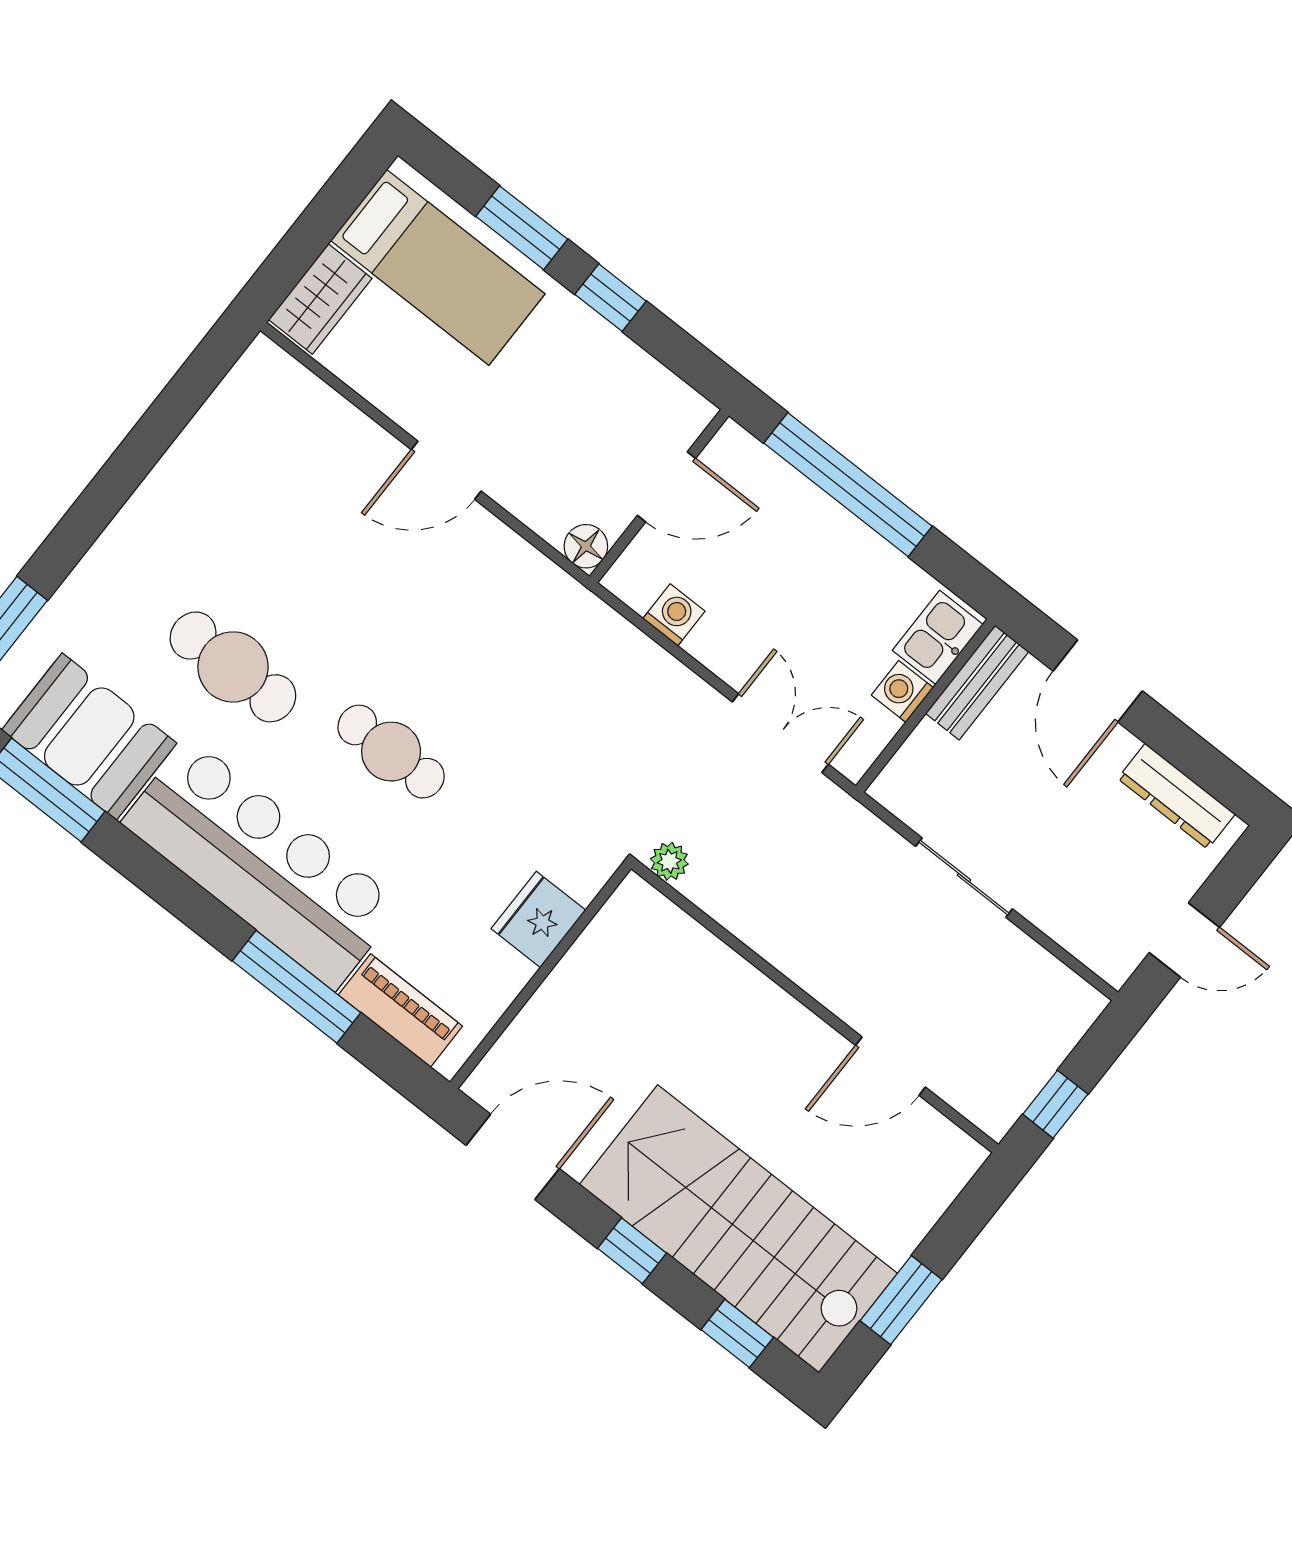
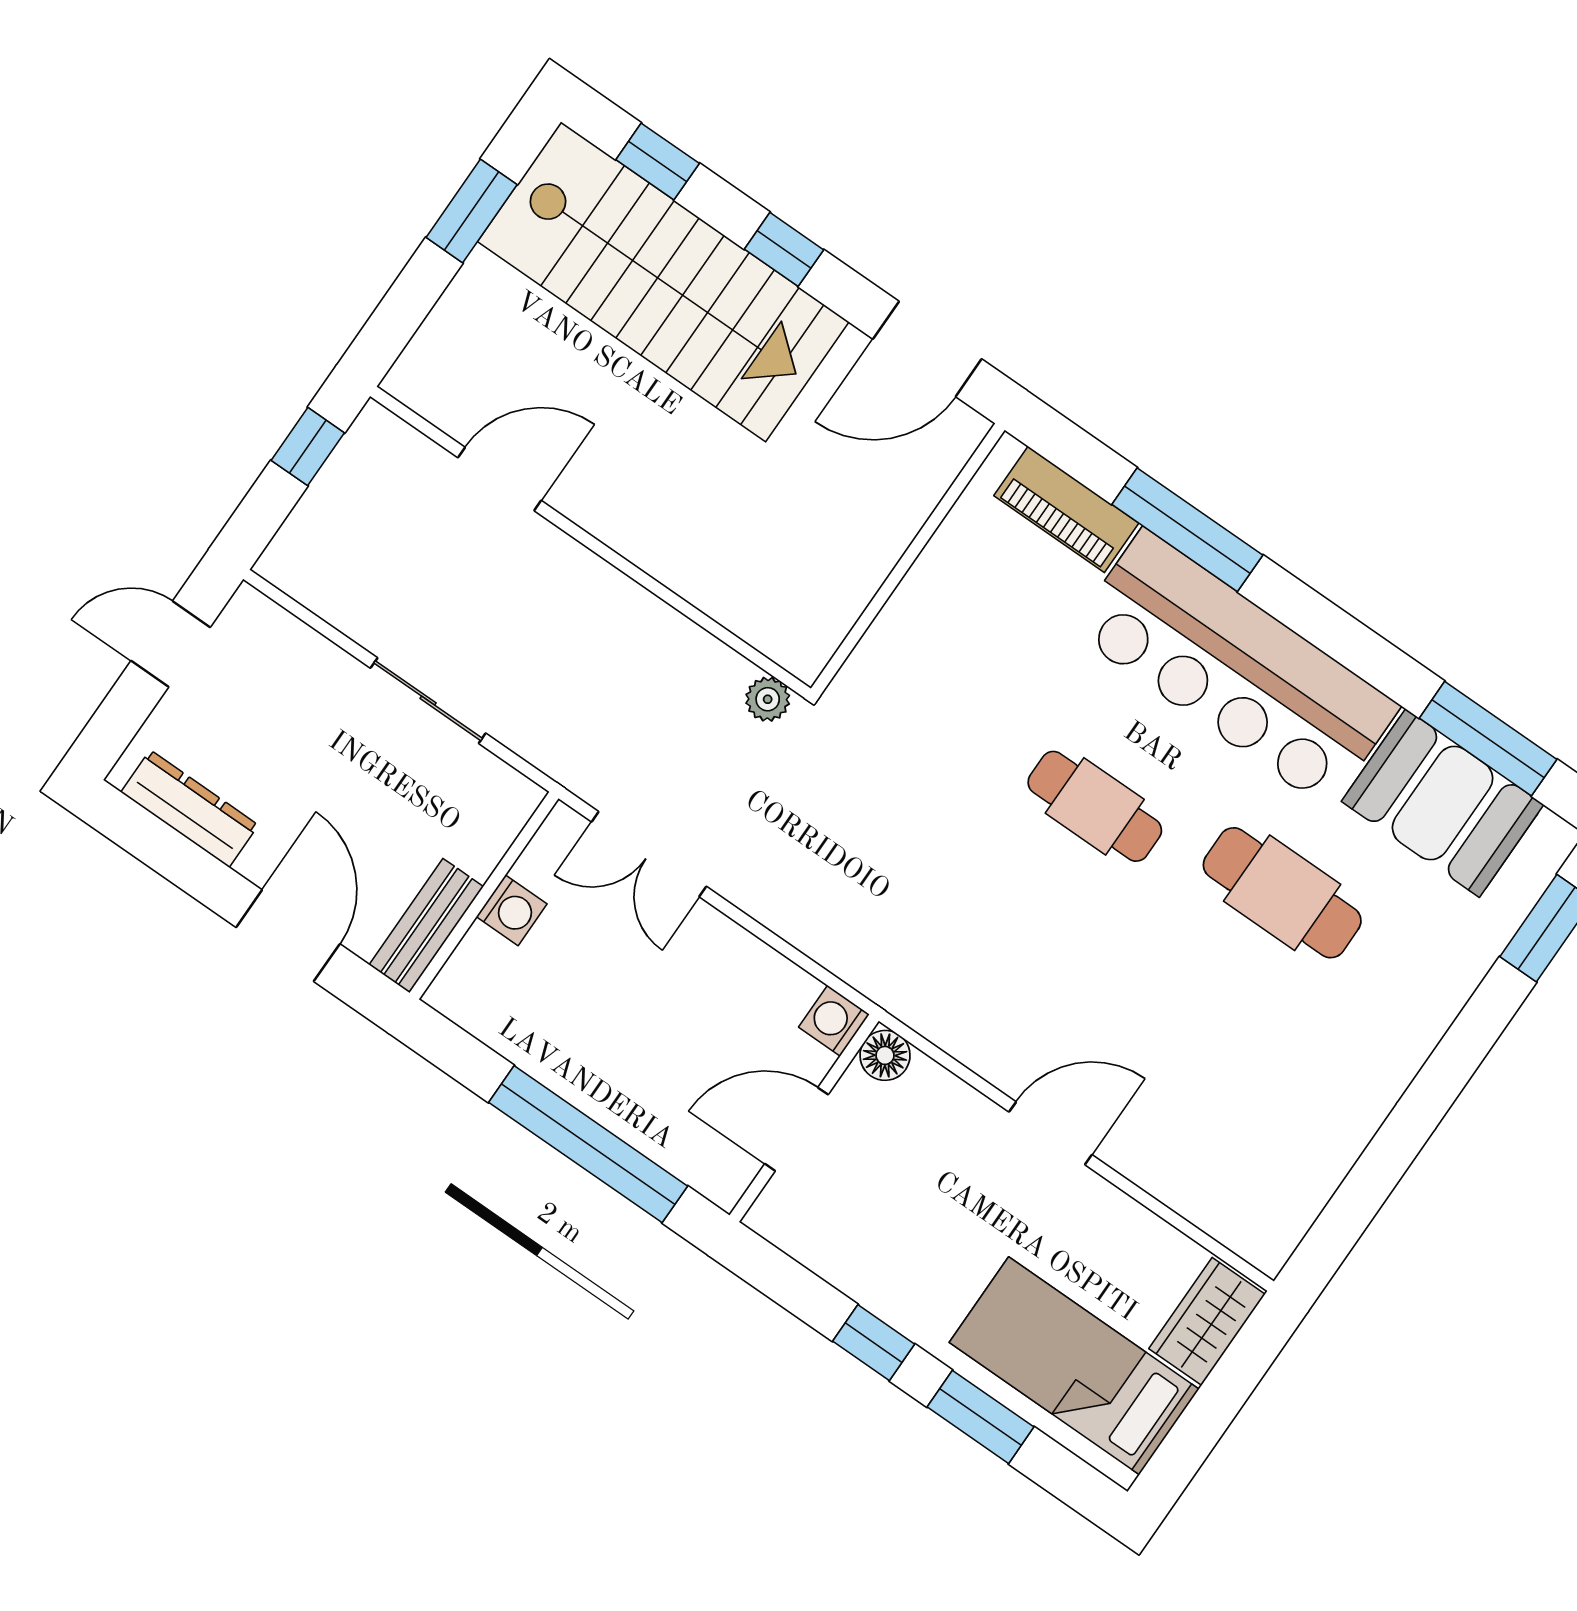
washing machine: (674, 615) -> (834, 1021), moved, turned 90
kitchen sink: (938, 637) -> (475, 975), removed
fridge: (538, 919) -> (914, 624), removed

